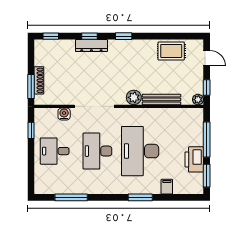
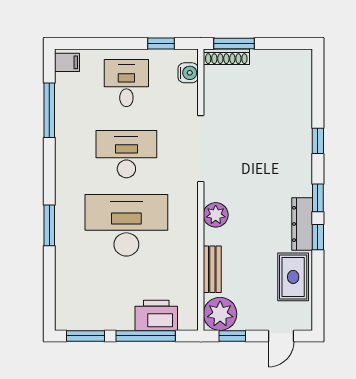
window: (51, 36) -> (318, 237), moved
dresser: (91, 46) -> (302, 224), moved
shoe rack: (39, 80) -> (226, 57), moved
bench: (161, 99) -> (212, 269), width x0.73
plant: (198, 100) -> (220, 314), width x1.88, depth x1.88
water cooler: (64, 114) -> (188, 73), moved
printer: (194, 159) -> (156, 315), moved
filing cabinet: (167, 187) -> (67, 62), moved

